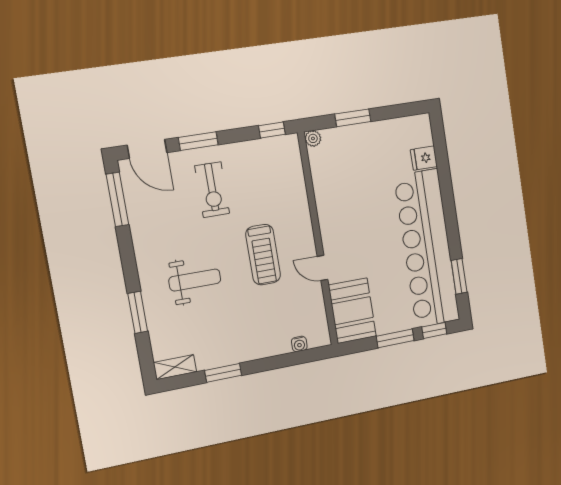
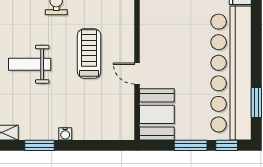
treadmill: (263, 255) -> (89, 53), turned 180
weight bench: (195, 280) -> (30, 64), turned 180
water cooler: (299, 344) -> (65, 134), moved

